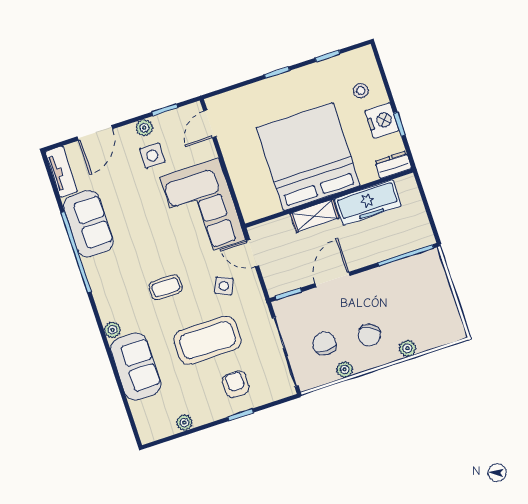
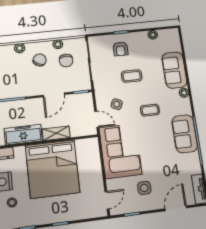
plant: (144, 128) -> (146, 206), removed
sofa: (88, 224) -> (185, 134), moved
coffee table: (208, 340) -> (132, 76), width x0.54, depth x0.58

